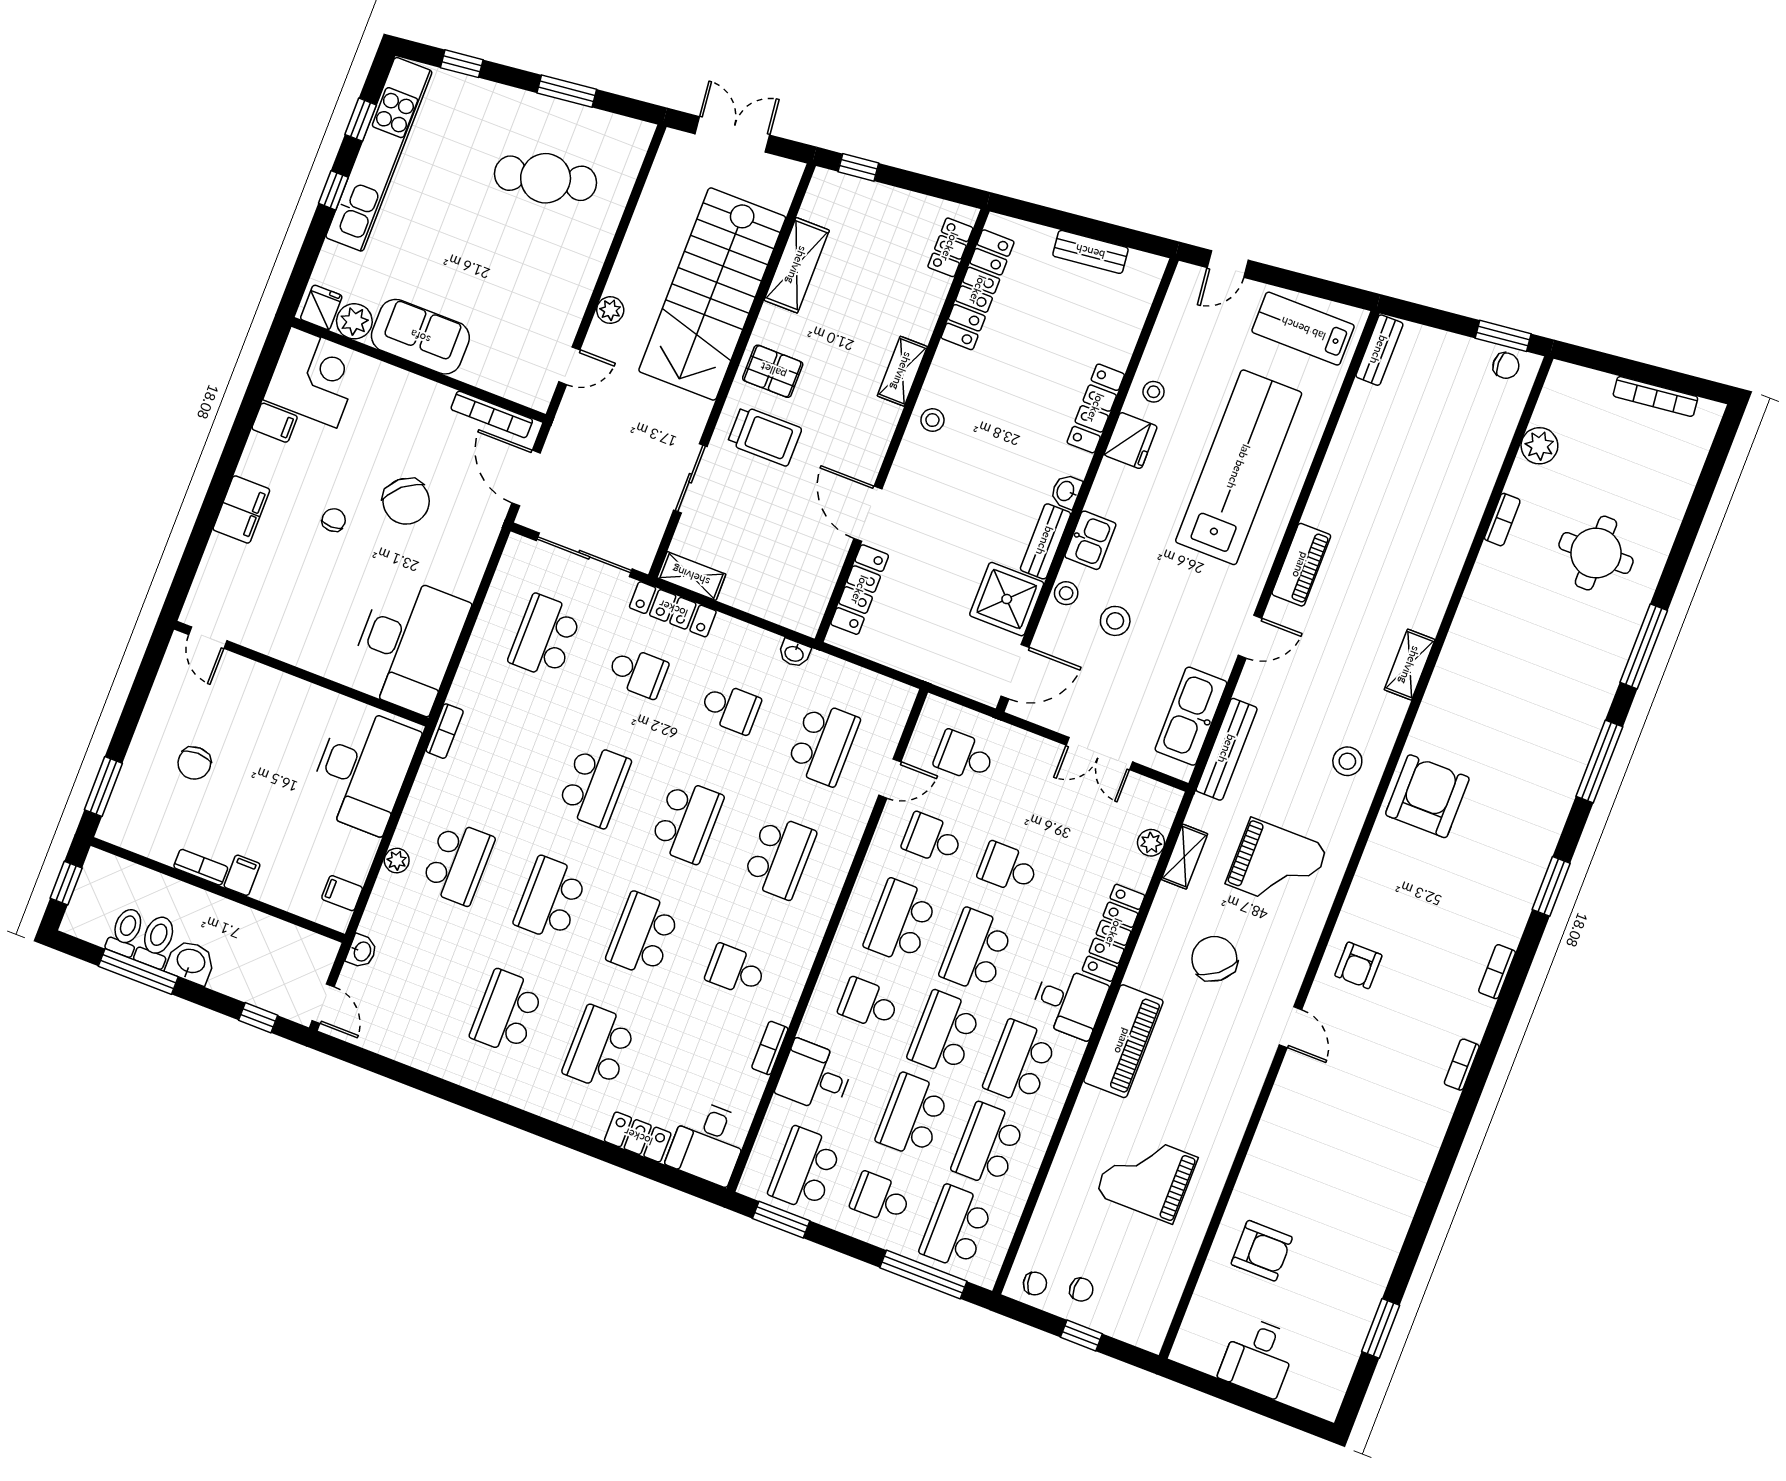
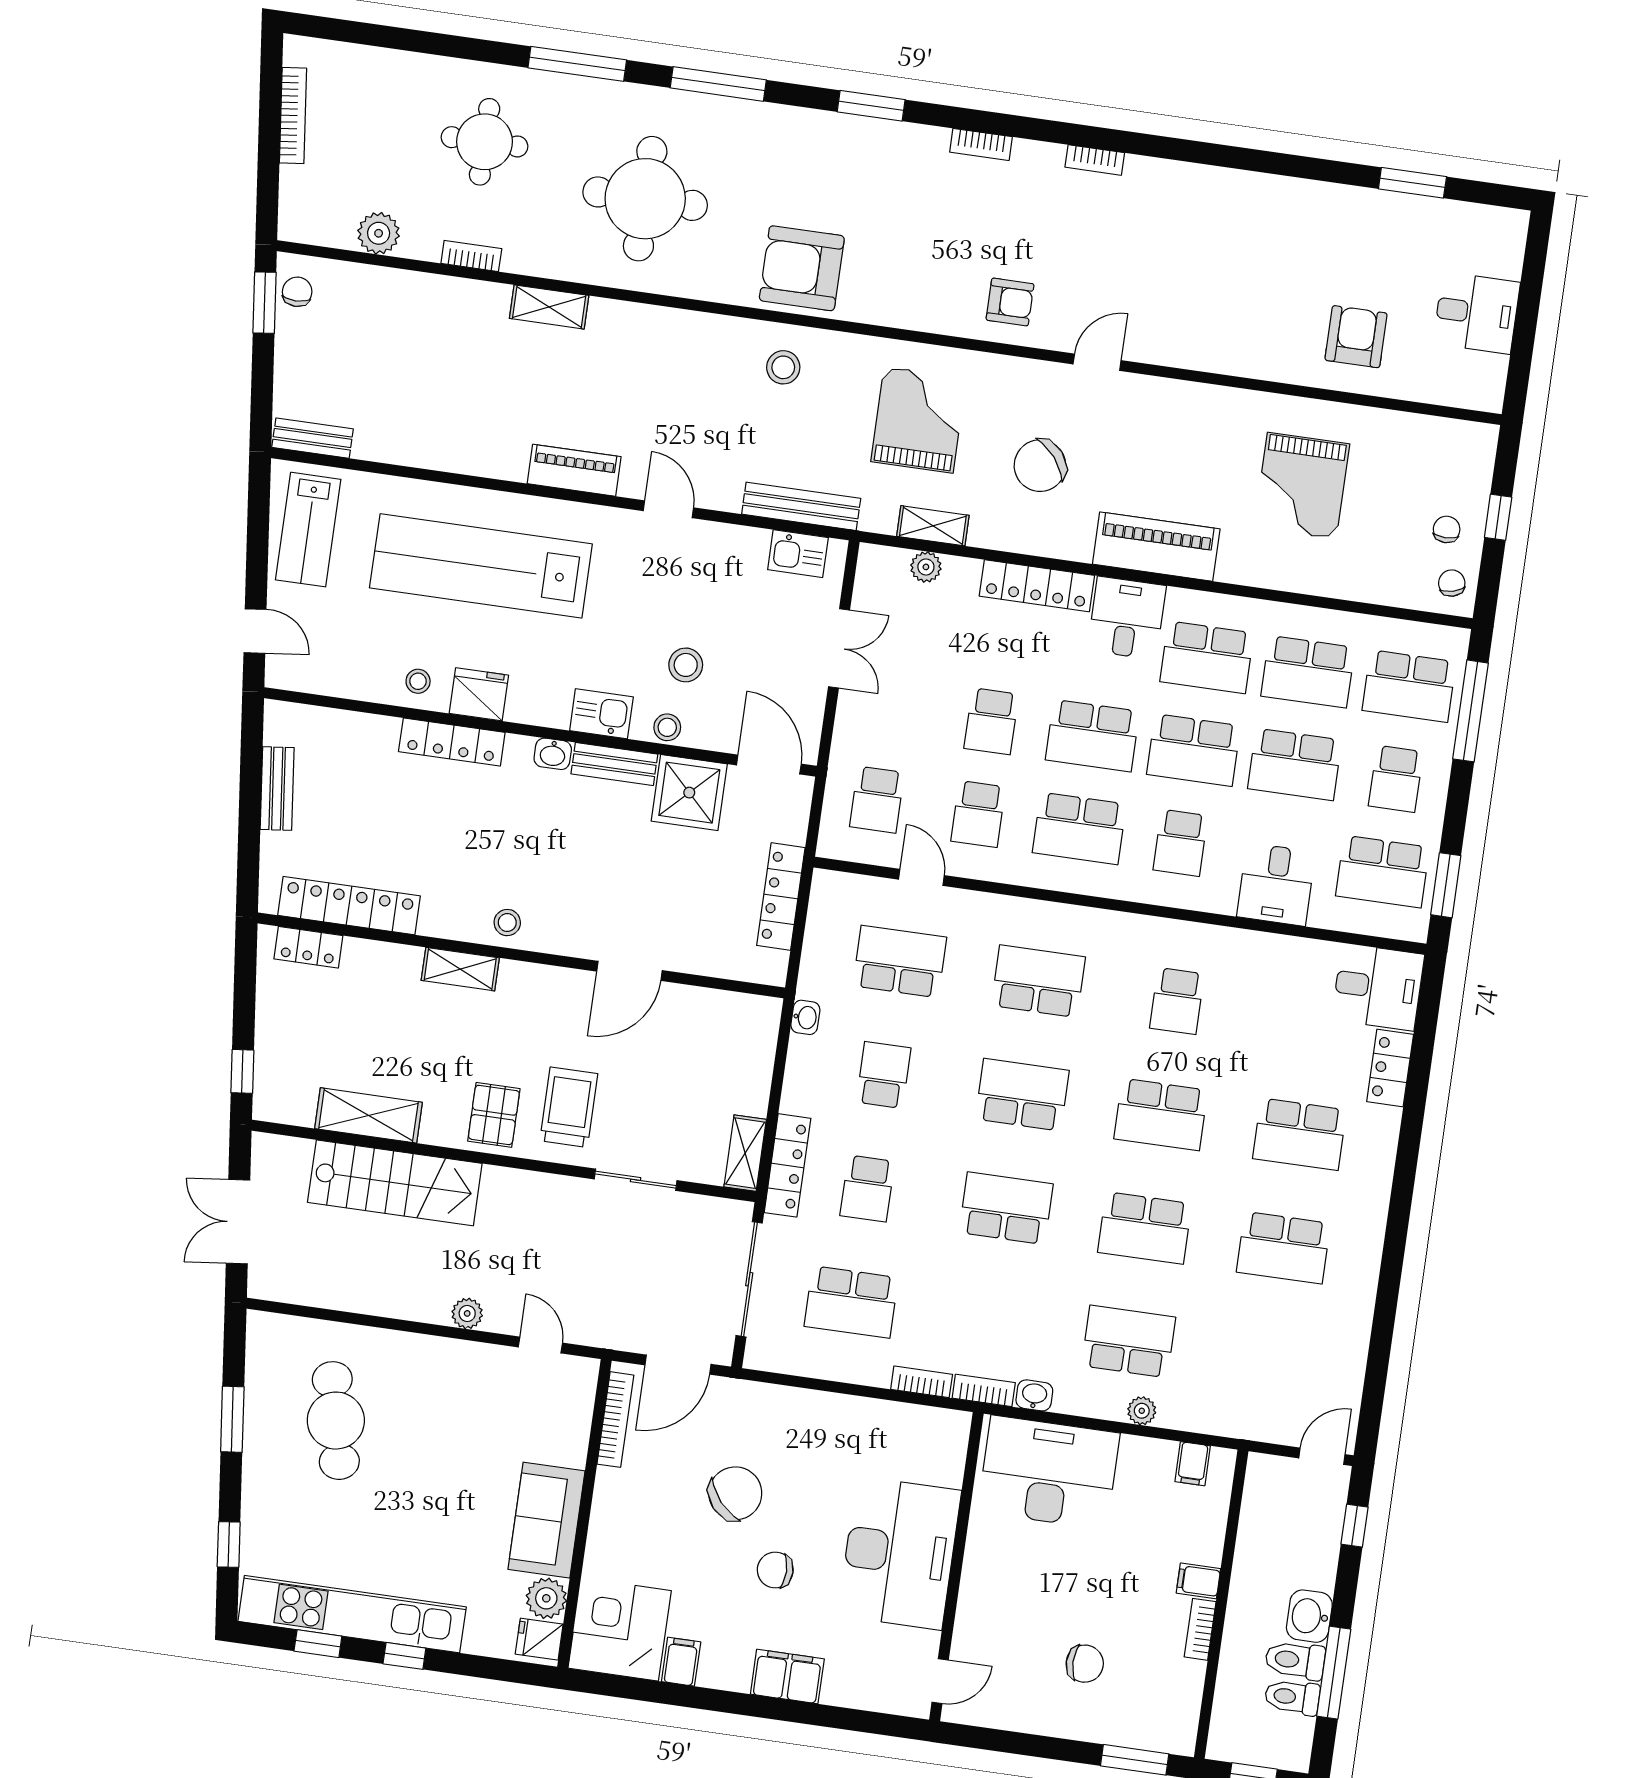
stairs: (712, 294) -> (395, 1183), width x0.73, depth x0.66
chair: (334, 520) -> (775, 1570), width x1.37, depth x1.37
locker: (860, 590) -> (781, 897), moved, turned -90
desk: (408, 644) -> (899, 1553), moved, turned 90
shelving: (1410, 665) -> (549, 307), moved
school desk: (638, 672) -> (867, 1188), turned 180
round table: (1517, 678) -> (645, 199), added
kitchen sink: (1191, 716) -> (798, 554), width x0.53, depth x0.81
washbasin: (362, 951) -> (1034, 1395), moved
bookcase: (770, 1048) -> (922, 1382), moved, turned 180

